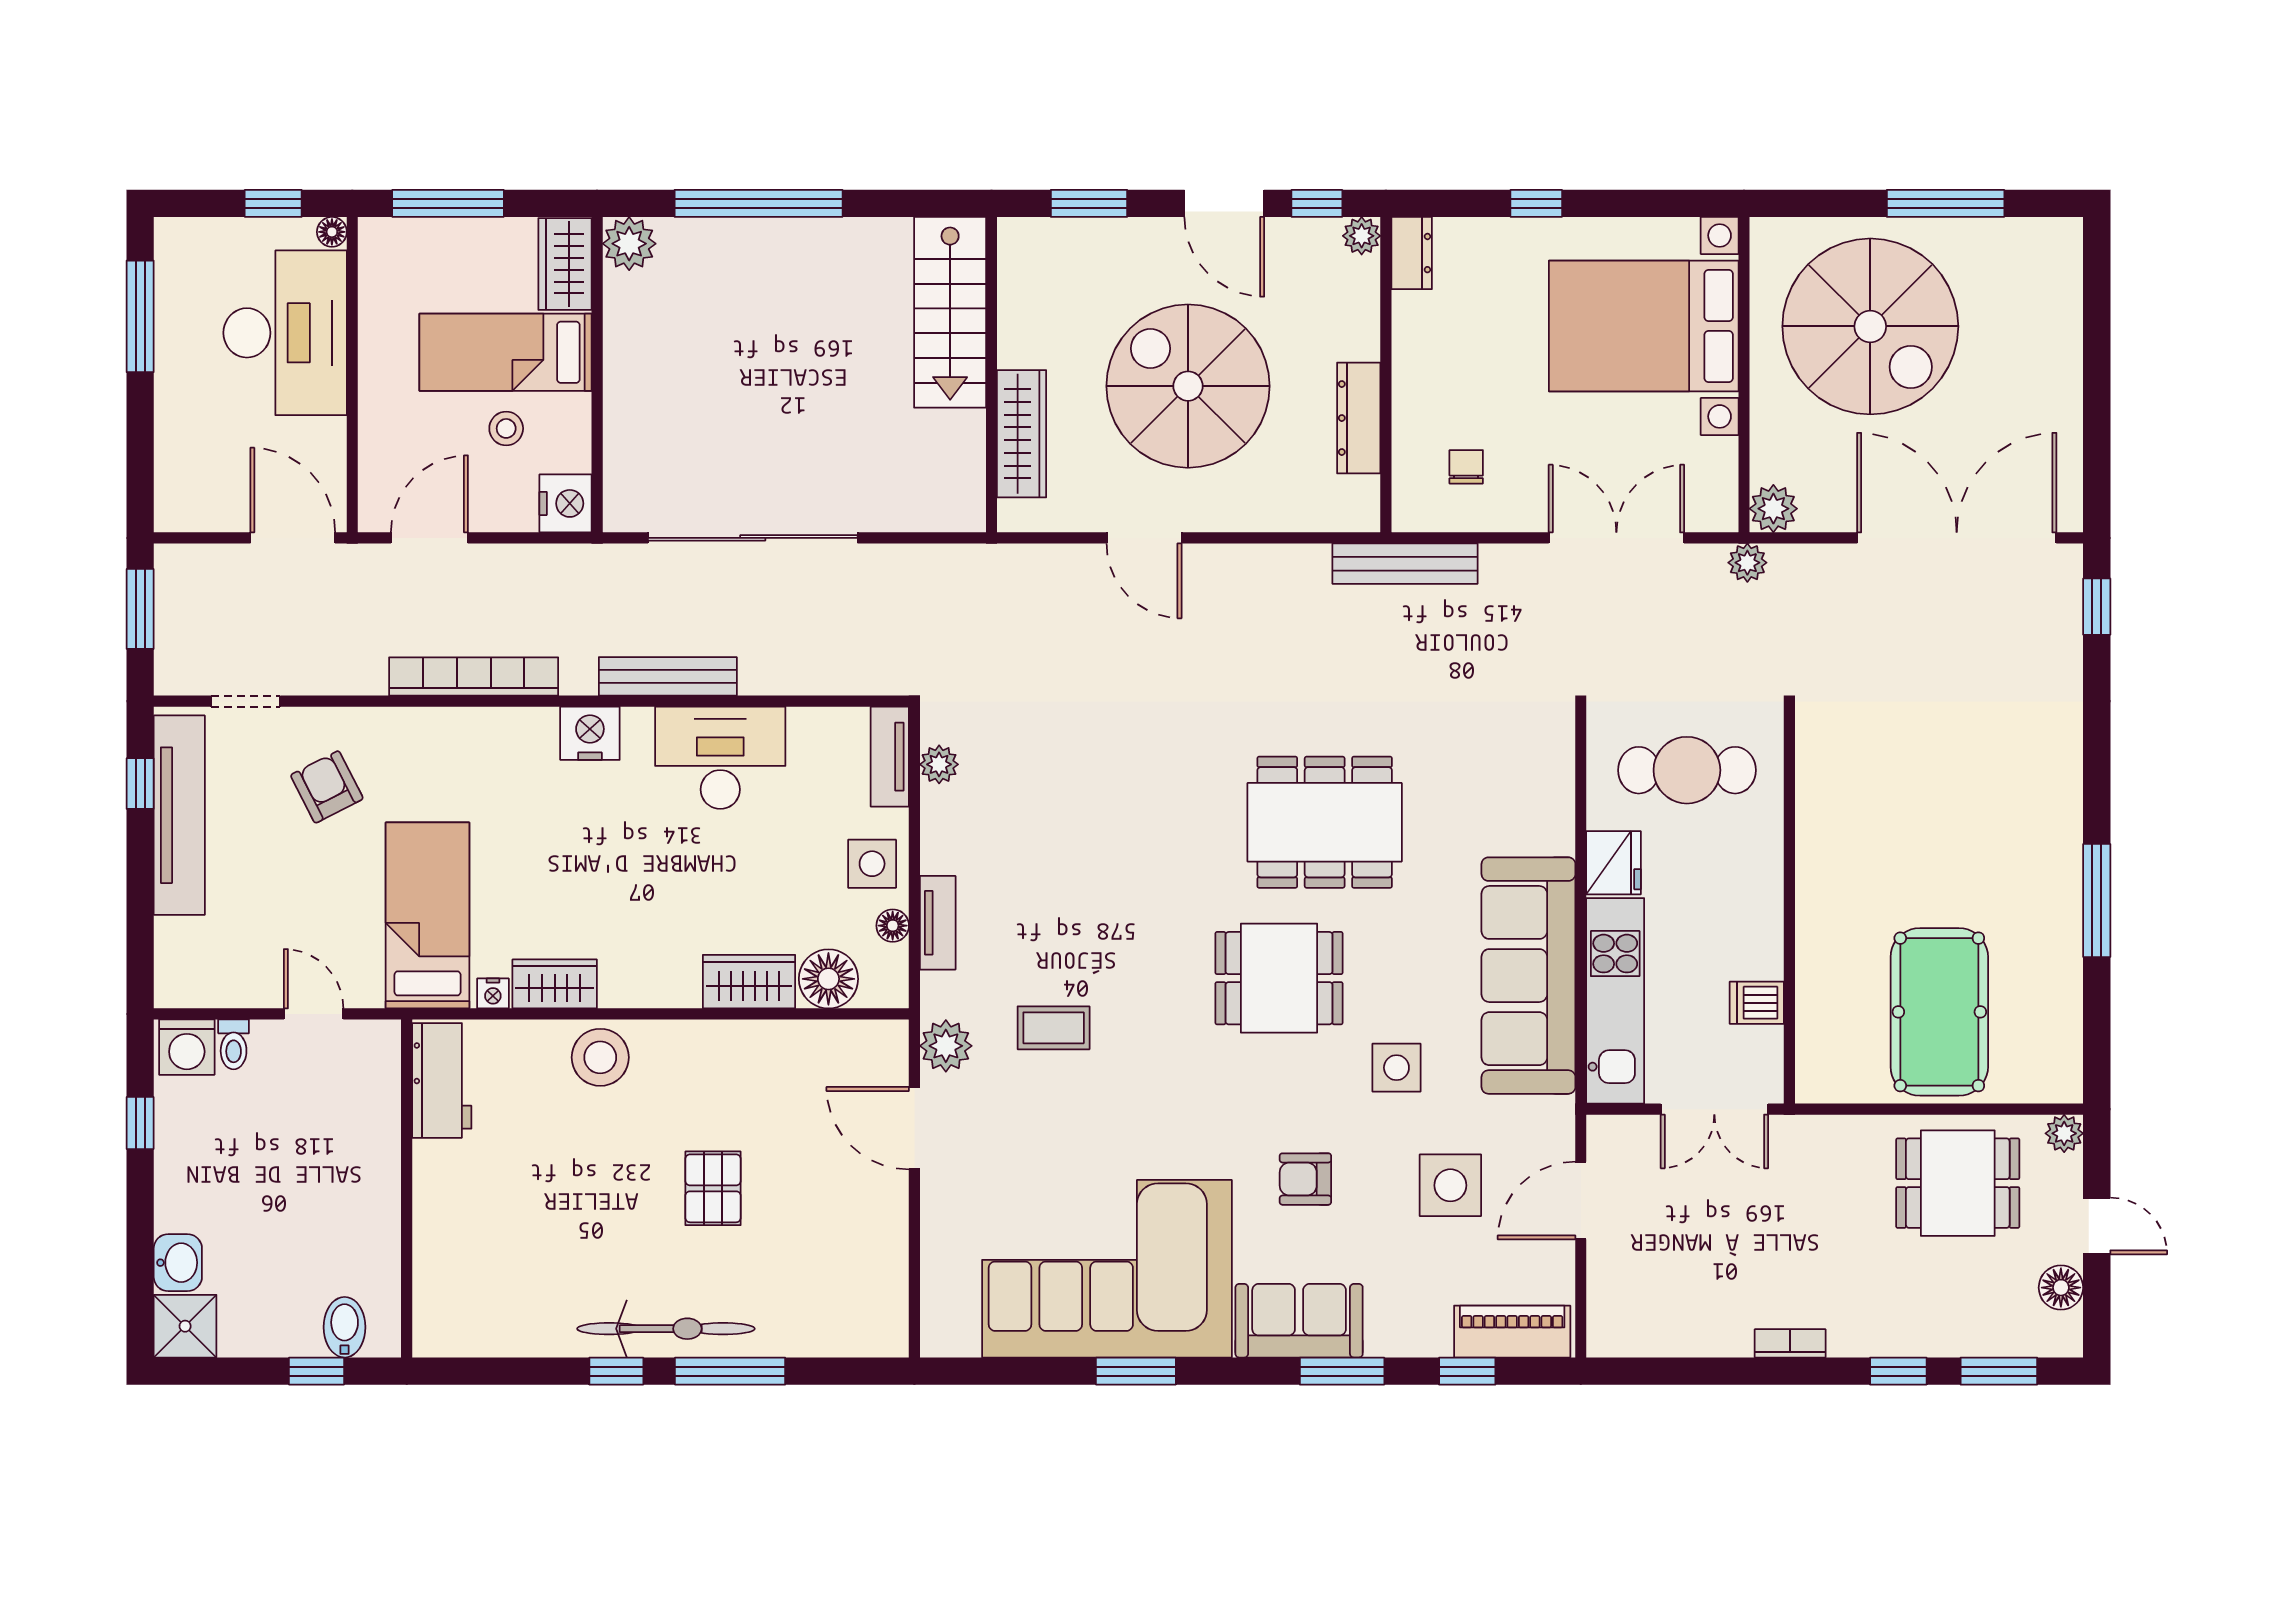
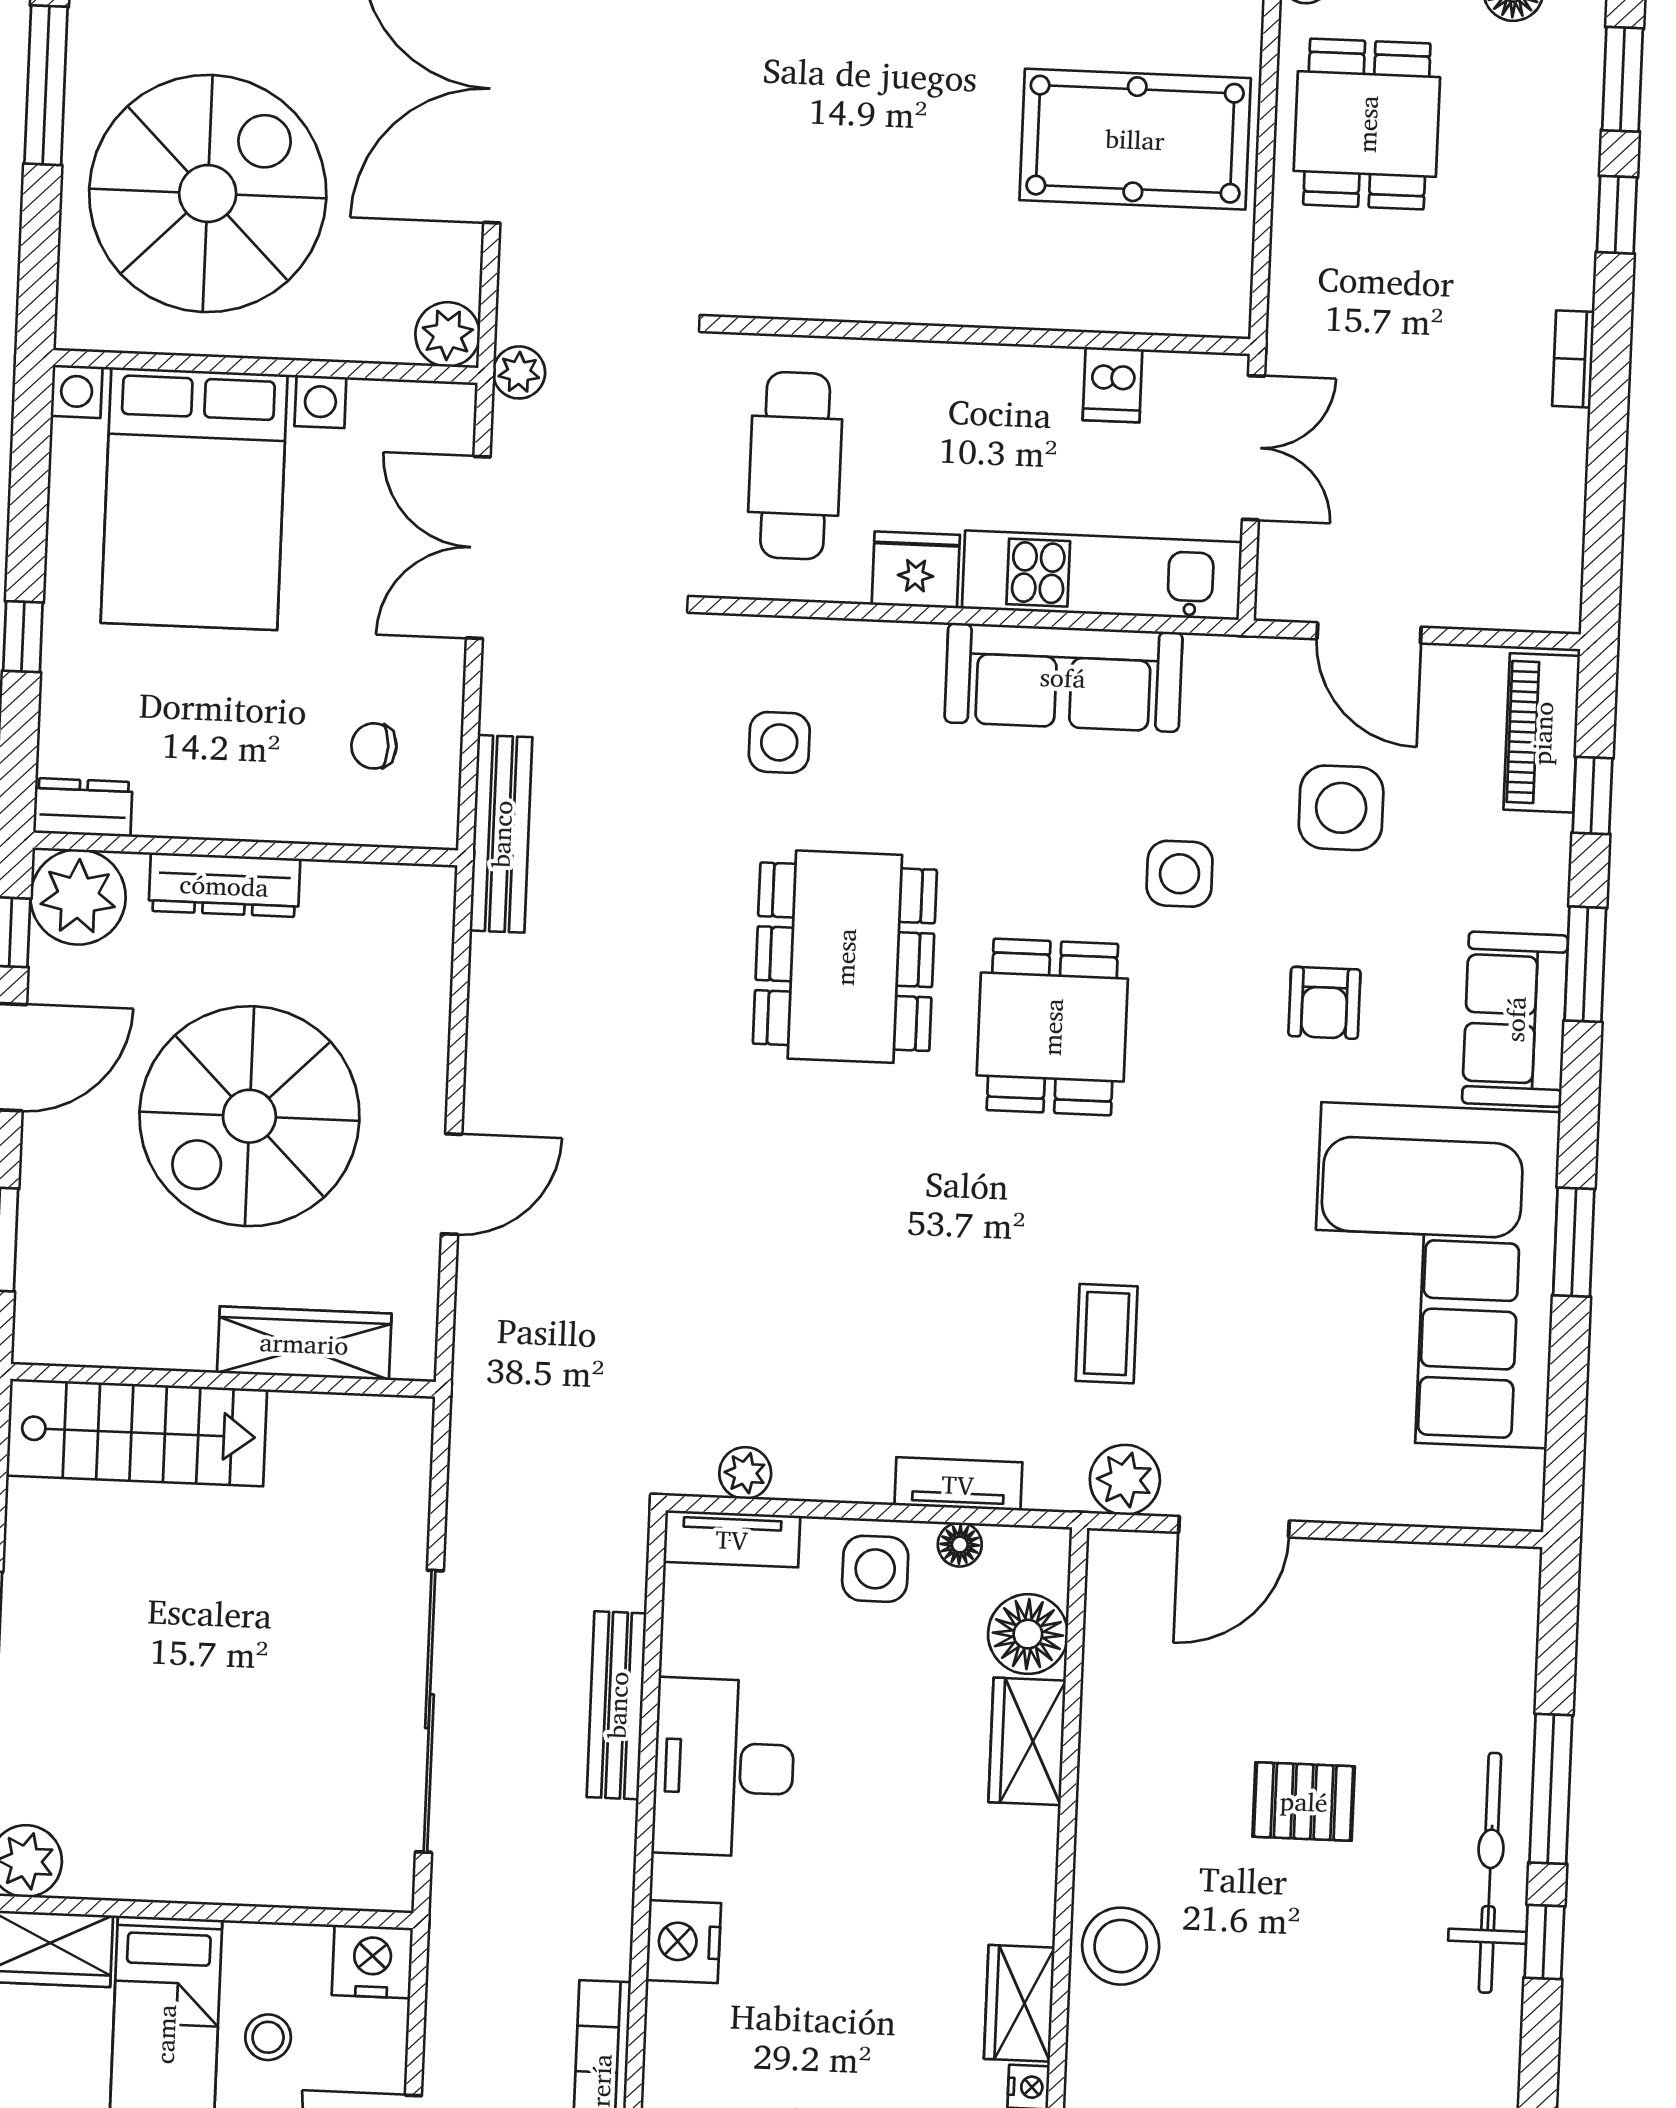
plant: (1362, 236) -> (78, 897), width x1.88, depth x1.88
dresser: (1359, 418) -> (224, 885), moved
bench: (668, 676) -> (617, 1705), moved
side table: (1481, 767) -> (779, 742), added
sofa: (1528, 976) -> (1063, 677), width x0.74, depth x0.79

